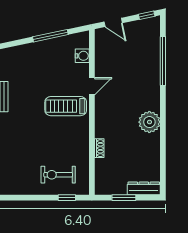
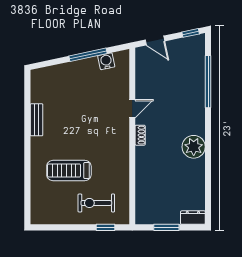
water cooler: (82, 56) -> (106, 61), moved, turned -102
treadmill: (66, 106) -> (69, 170), moved
shoe rack: (99, 148) -> (140, 135), moved
dresser: (144, 188) -> (193, 218), width x0.70

